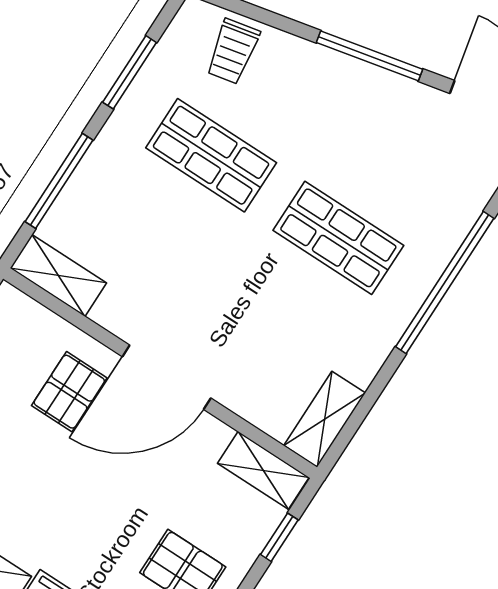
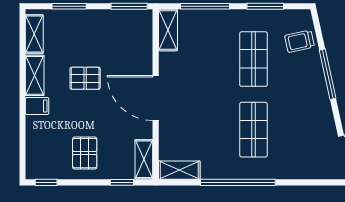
window: (370, 56) -> (328, 74), moved
window: (445, 282) -> (238, 182), moved
pallet: (69, 392) -> (85, 78), moved

